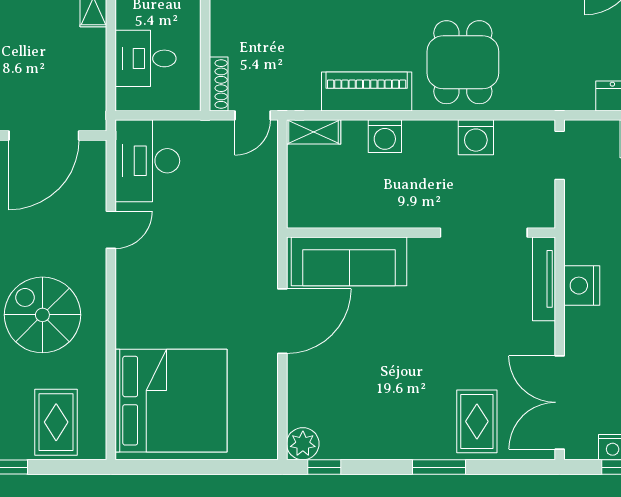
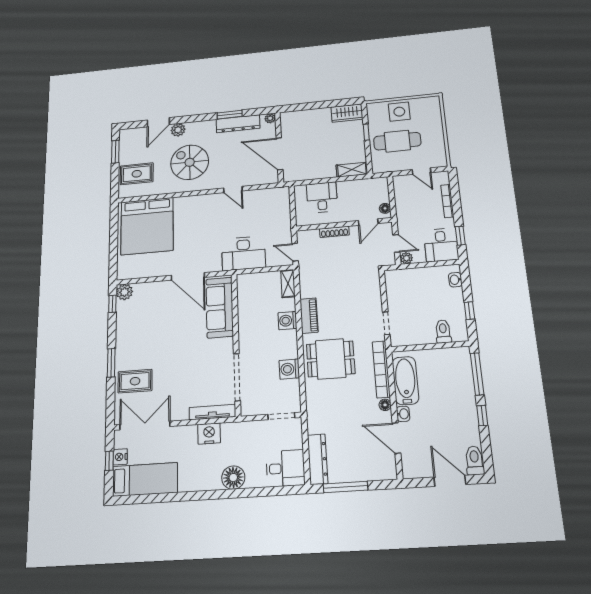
shoe rack: (219, 84) -> (334, 232), moved
piano: (367, 92) -> (309, 316), width x0.73, depth x0.75
desk: (147, 161) -> (244, 253), moved, turned 180
spiral stairs: (42, 315) -> (190, 162), turned -90

